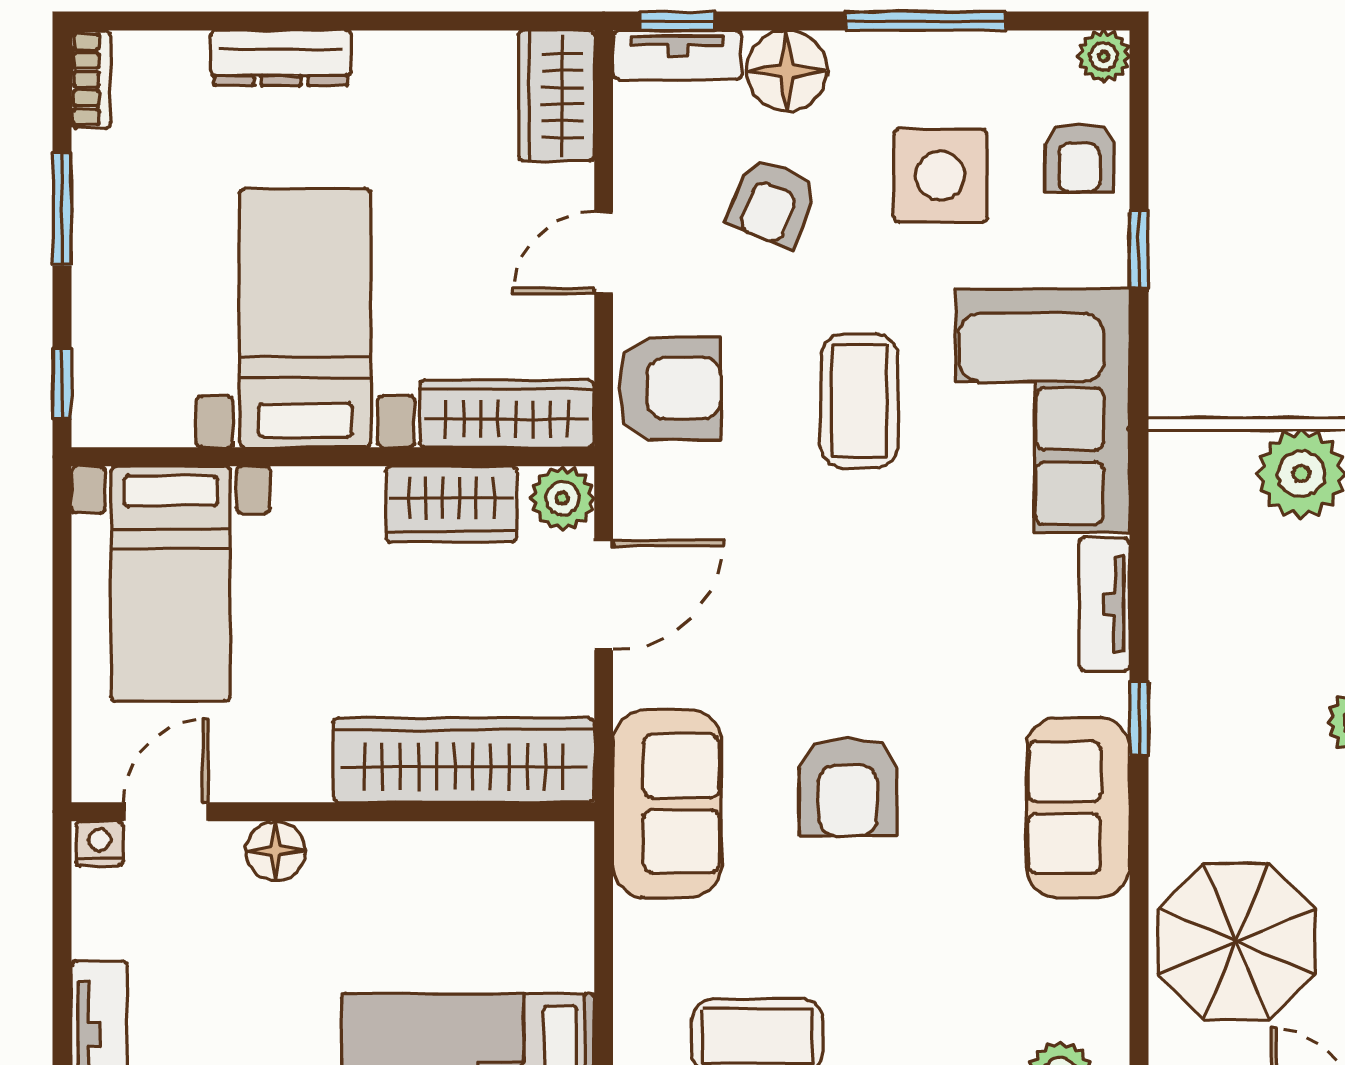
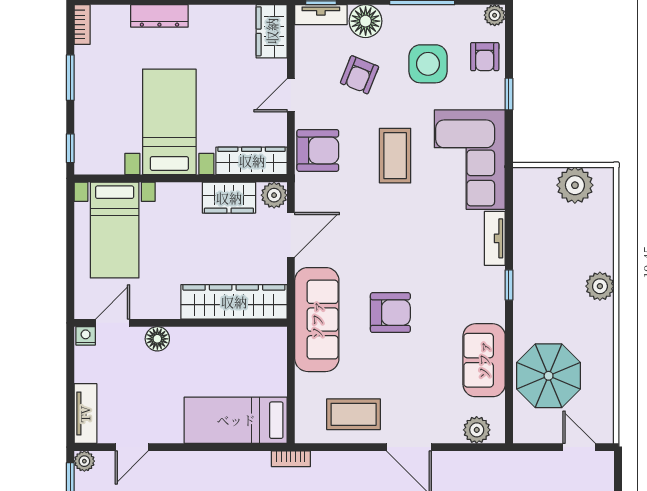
armchair: (848, 786) -> (390, 313), turned -90
sofa: (667, 804) -> (317, 320), width x1.36
sofa: (1078, 808) -> (484, 360), moved

